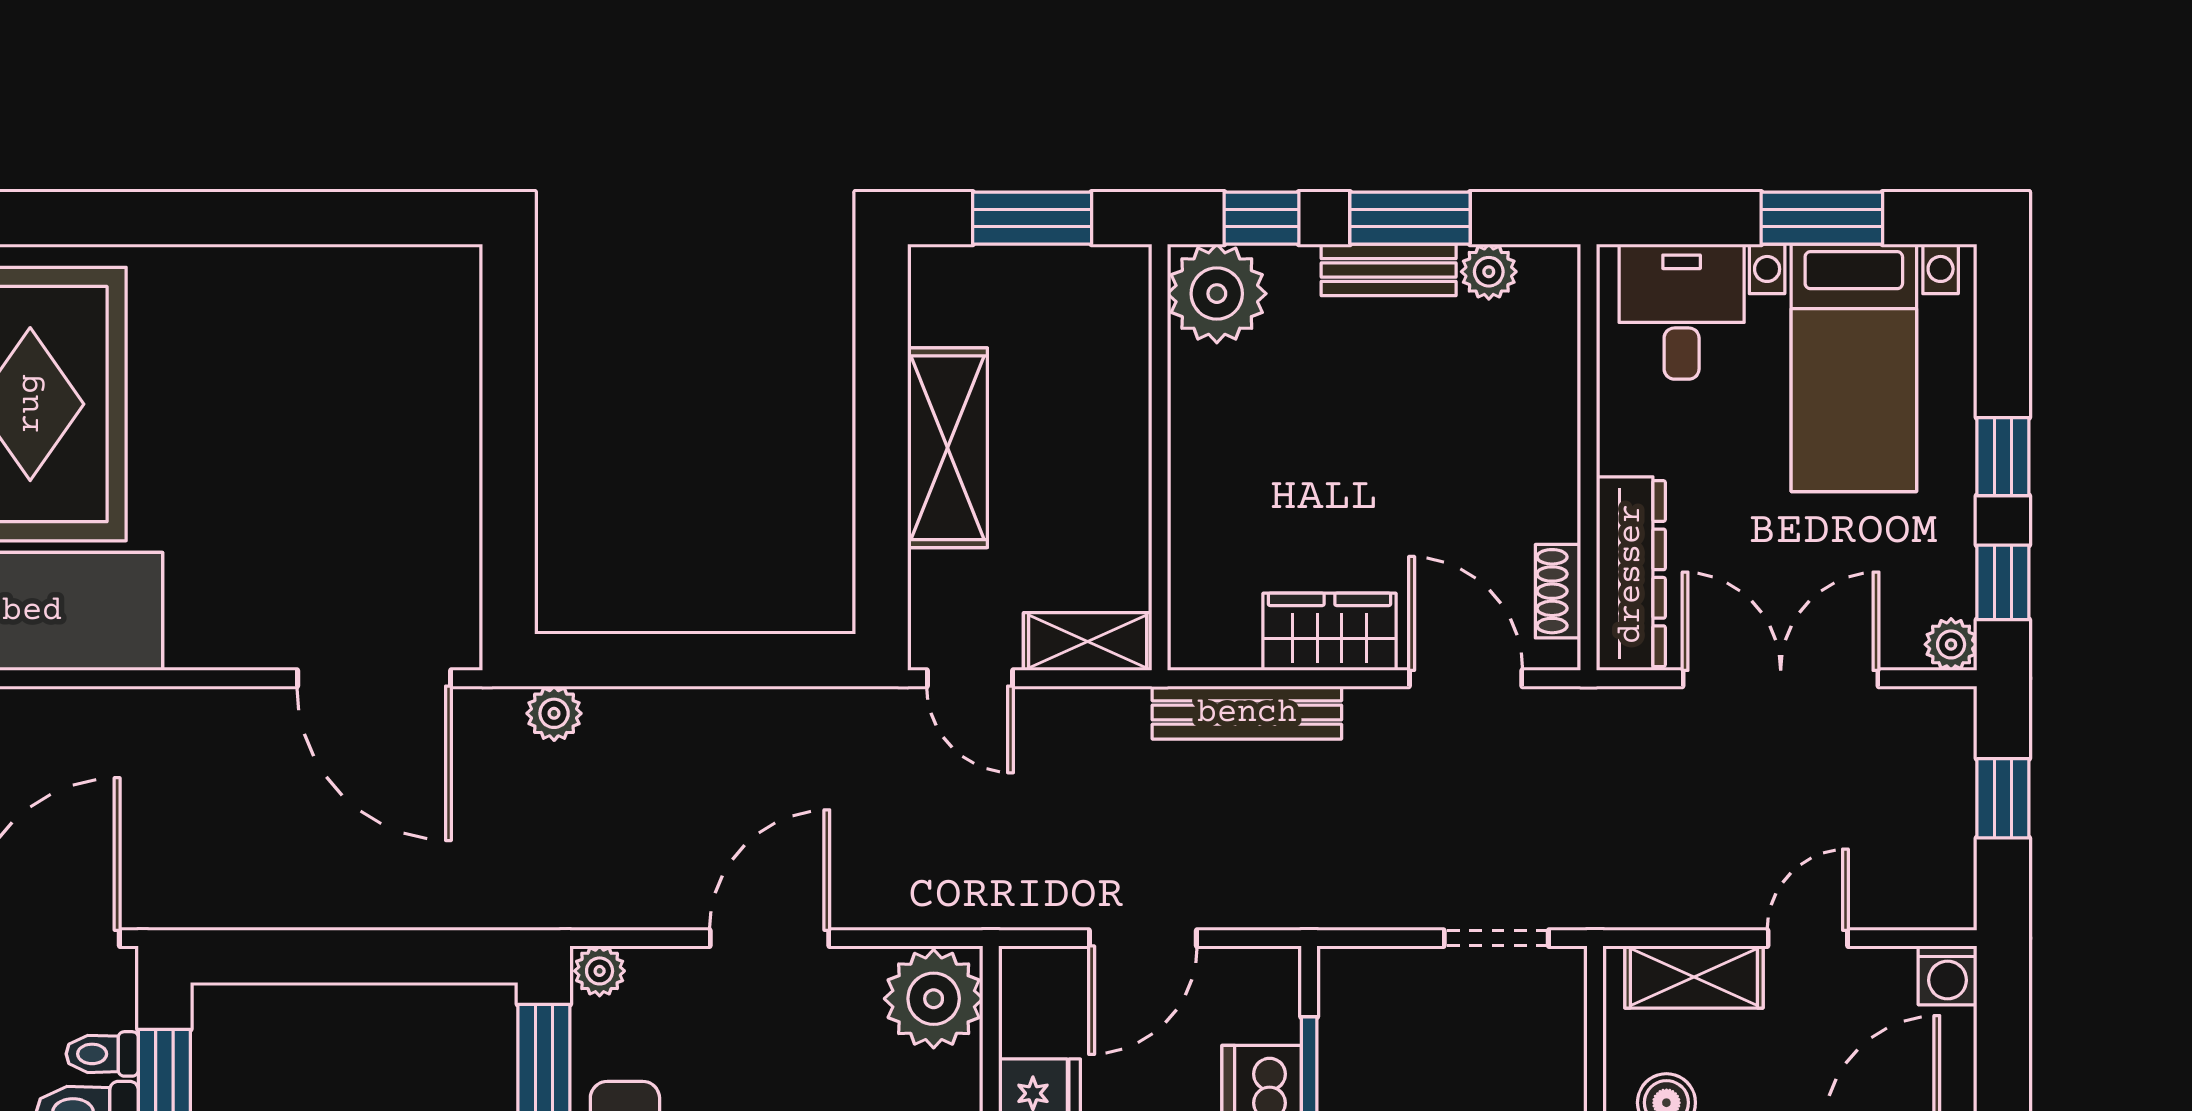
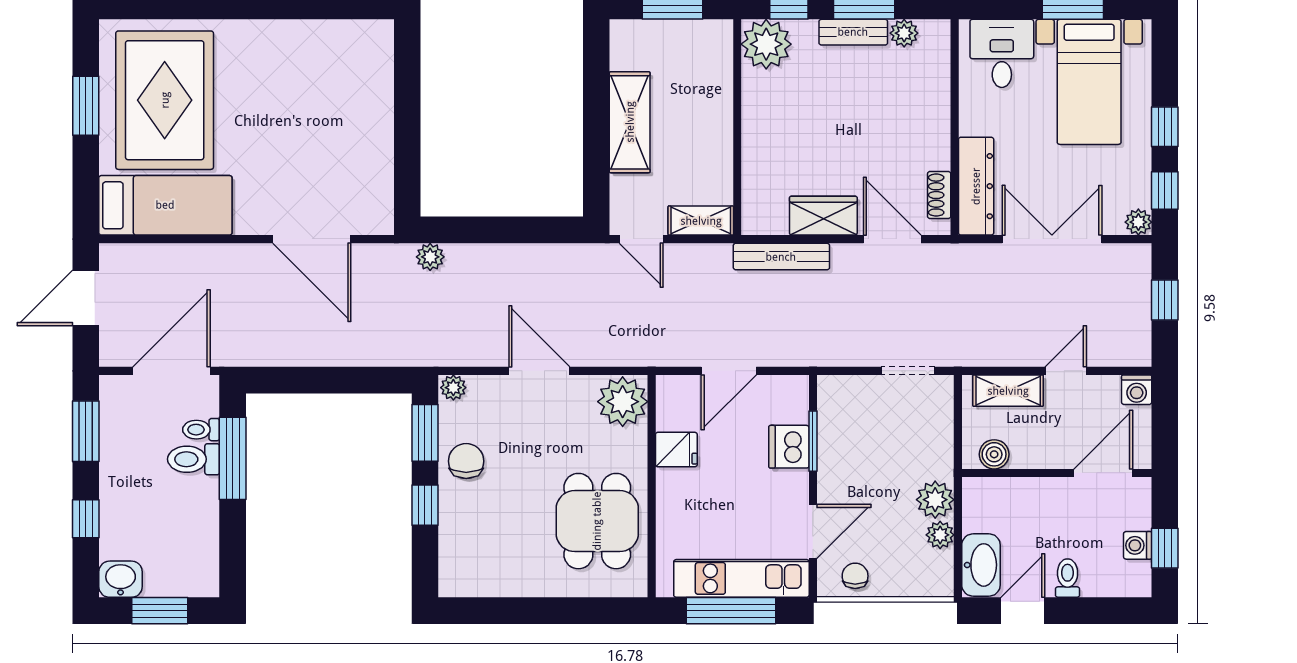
door: (374, 678) -> (312, 239), moved
door: (770, 938) -> (539, 371), hinge flipped

